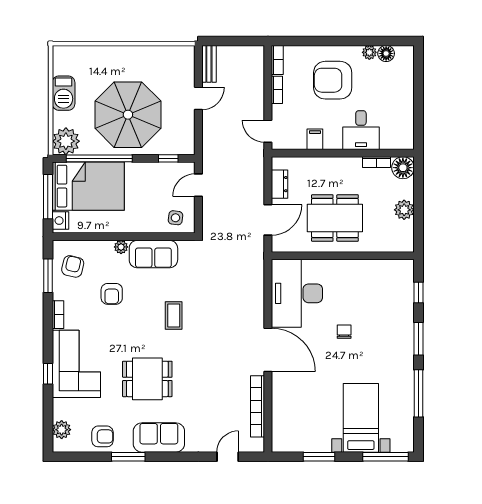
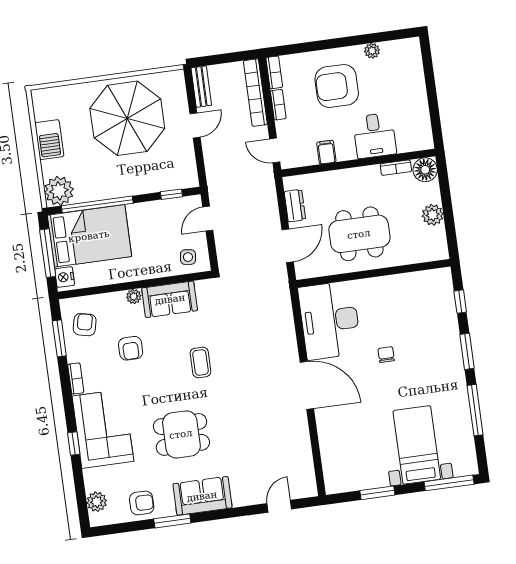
floor lamp: (386, 53) -> (390, 49), removed
parasol: (128, 115) -> (127, 118), moved
bookcase: (258, 406) -> (255, 93), moved

